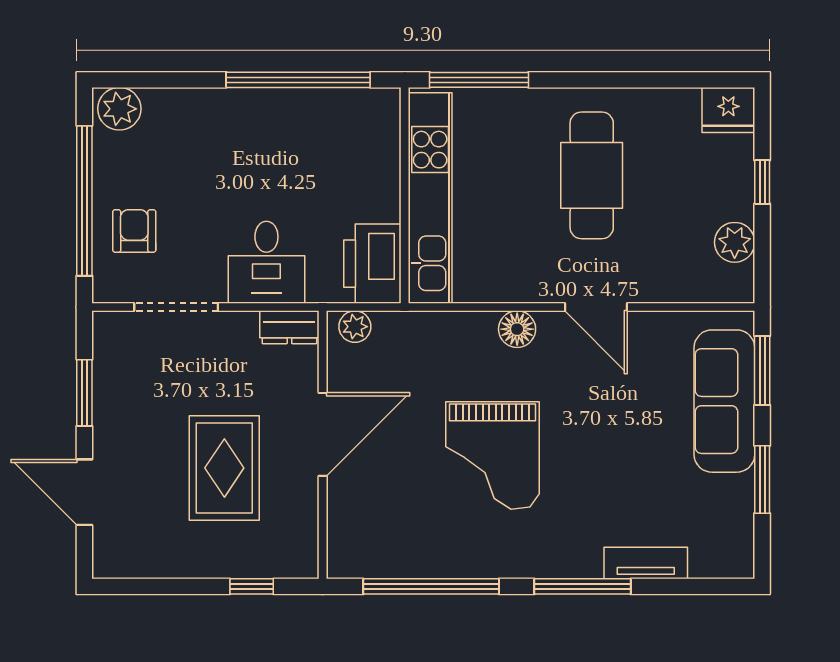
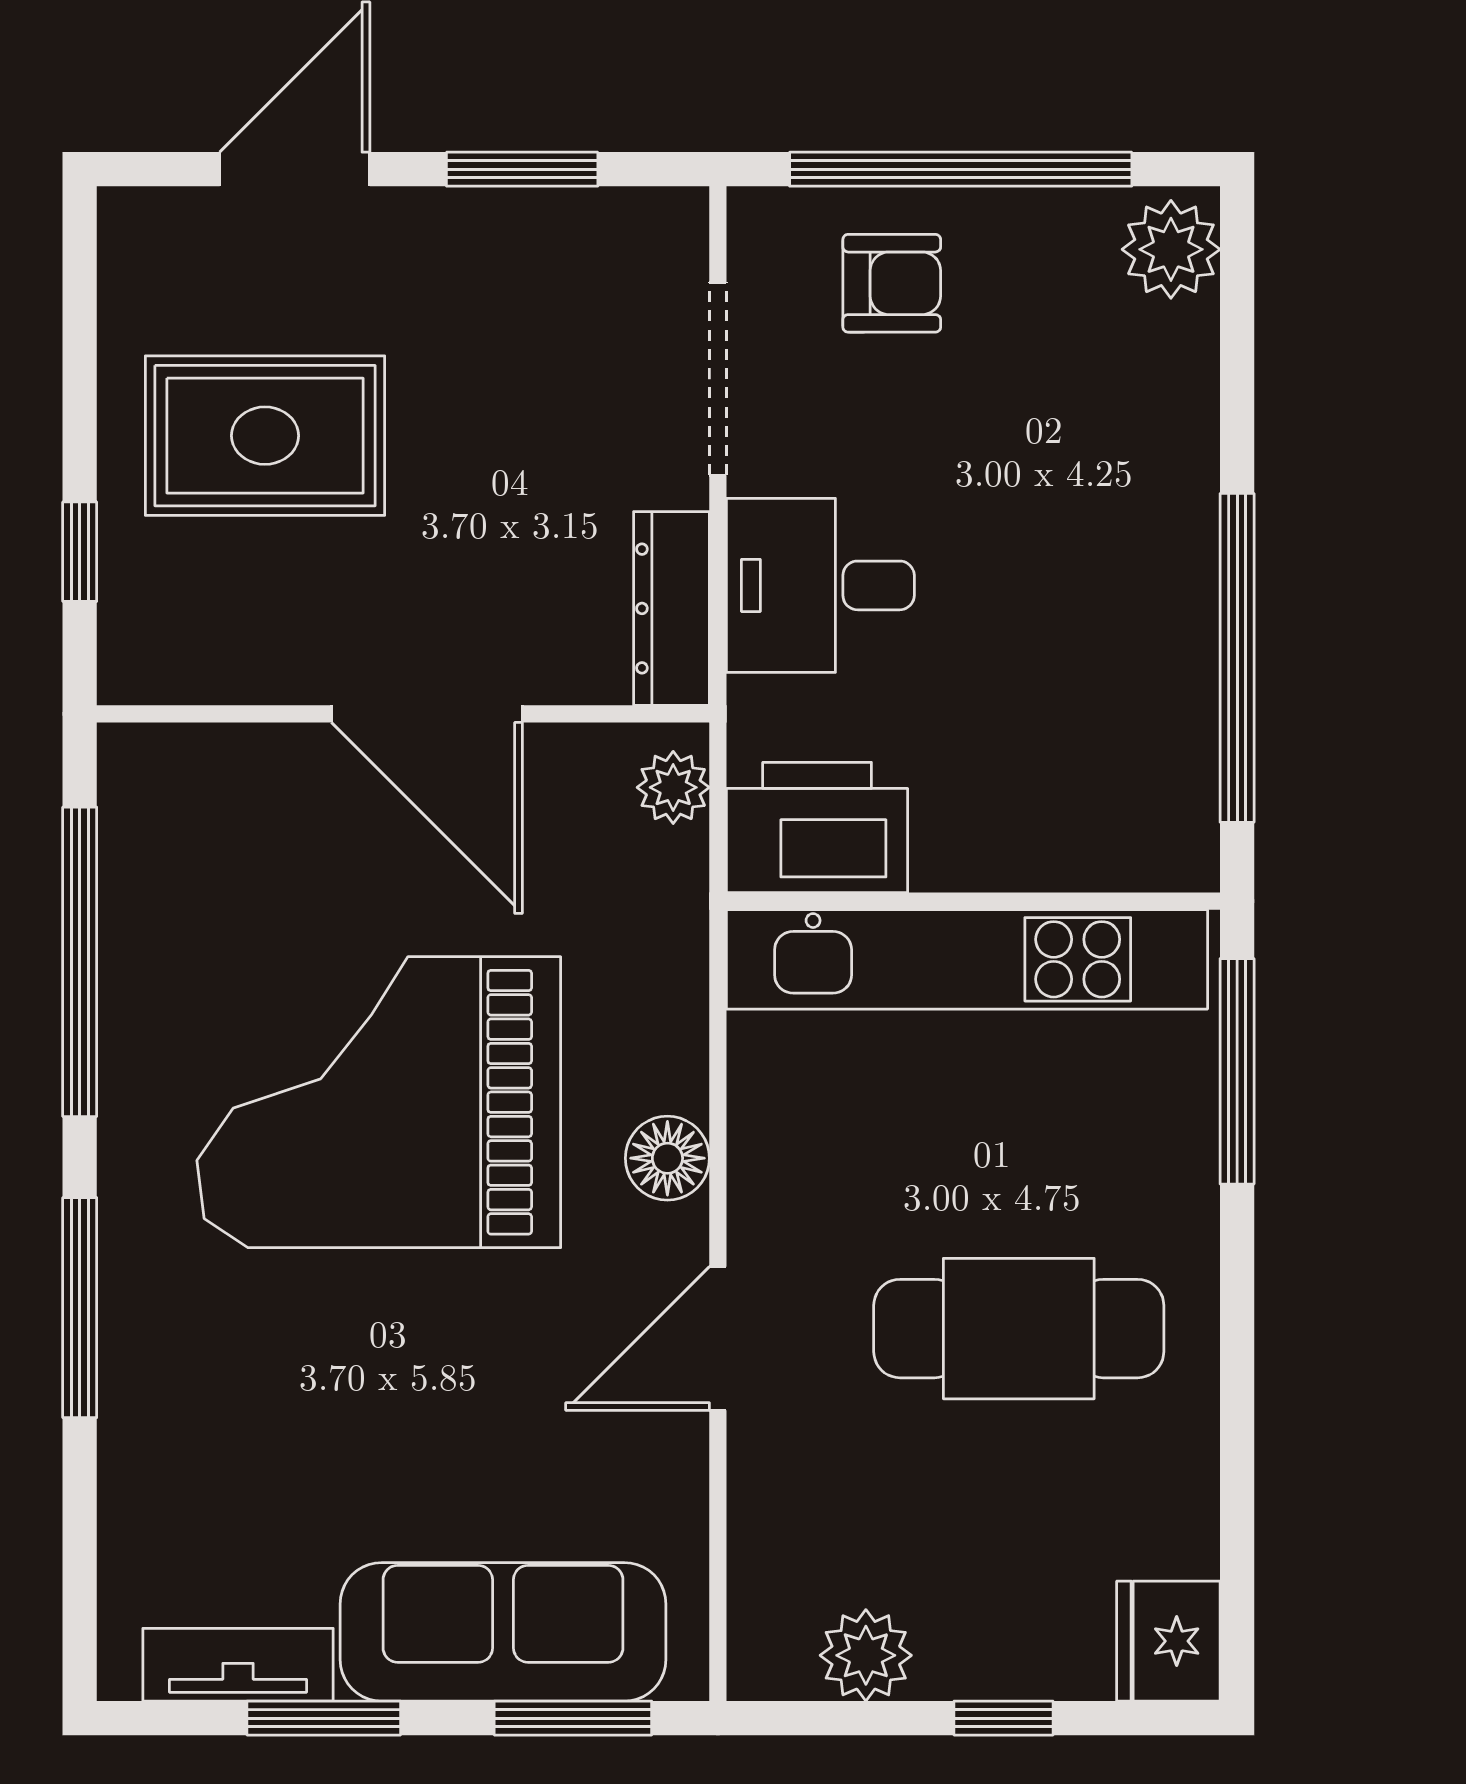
dresser: (289, 327) -> (672, 608), width x1.44
grand piano: (493, 455) -> (379, 1102), width x1.37, depth x1.48
rug: (224, 468) -> (265, 436), moved
tv unit: (646, 563) -> (238, 1665), moved, turned -90

